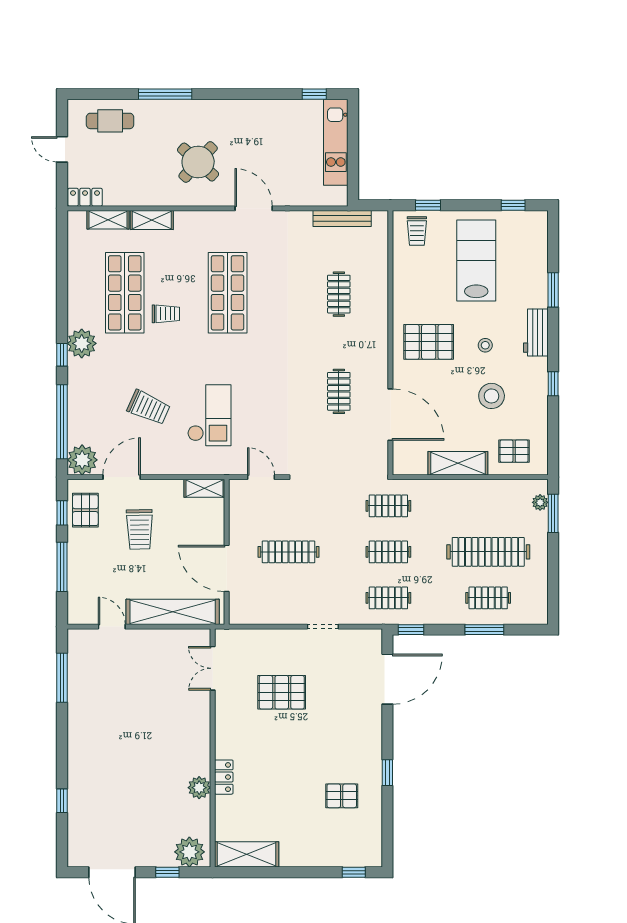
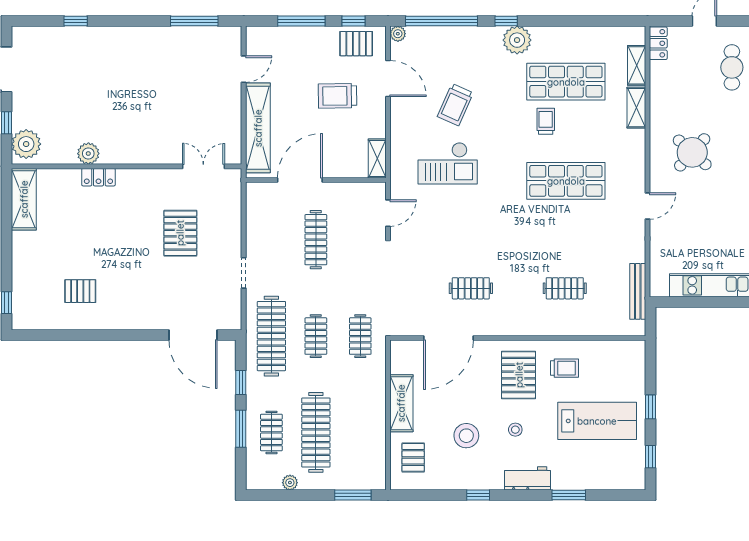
window: (428, 205) -> (650, 407), moved
door: (254, 208) -> (648, 206), width x0.73
trolley: (417, 231) -> (564, 368), moved, turned 180
trolley: (166, 314) -> (546, 121), turned 180
plant: (82, 460) -> (398, 34), width x0.53, depth x0.53
plant: (540, 502) -> (290, 483), moved
clothes rail: (388, 598) -> (271, 336), width x1.86, depth x1.31
window: (411, 630) -> (241, 383), moved
window: (387, 773) -> (103, 335), removed
pallet: (342, 796) -> (80, 291), turned 90

